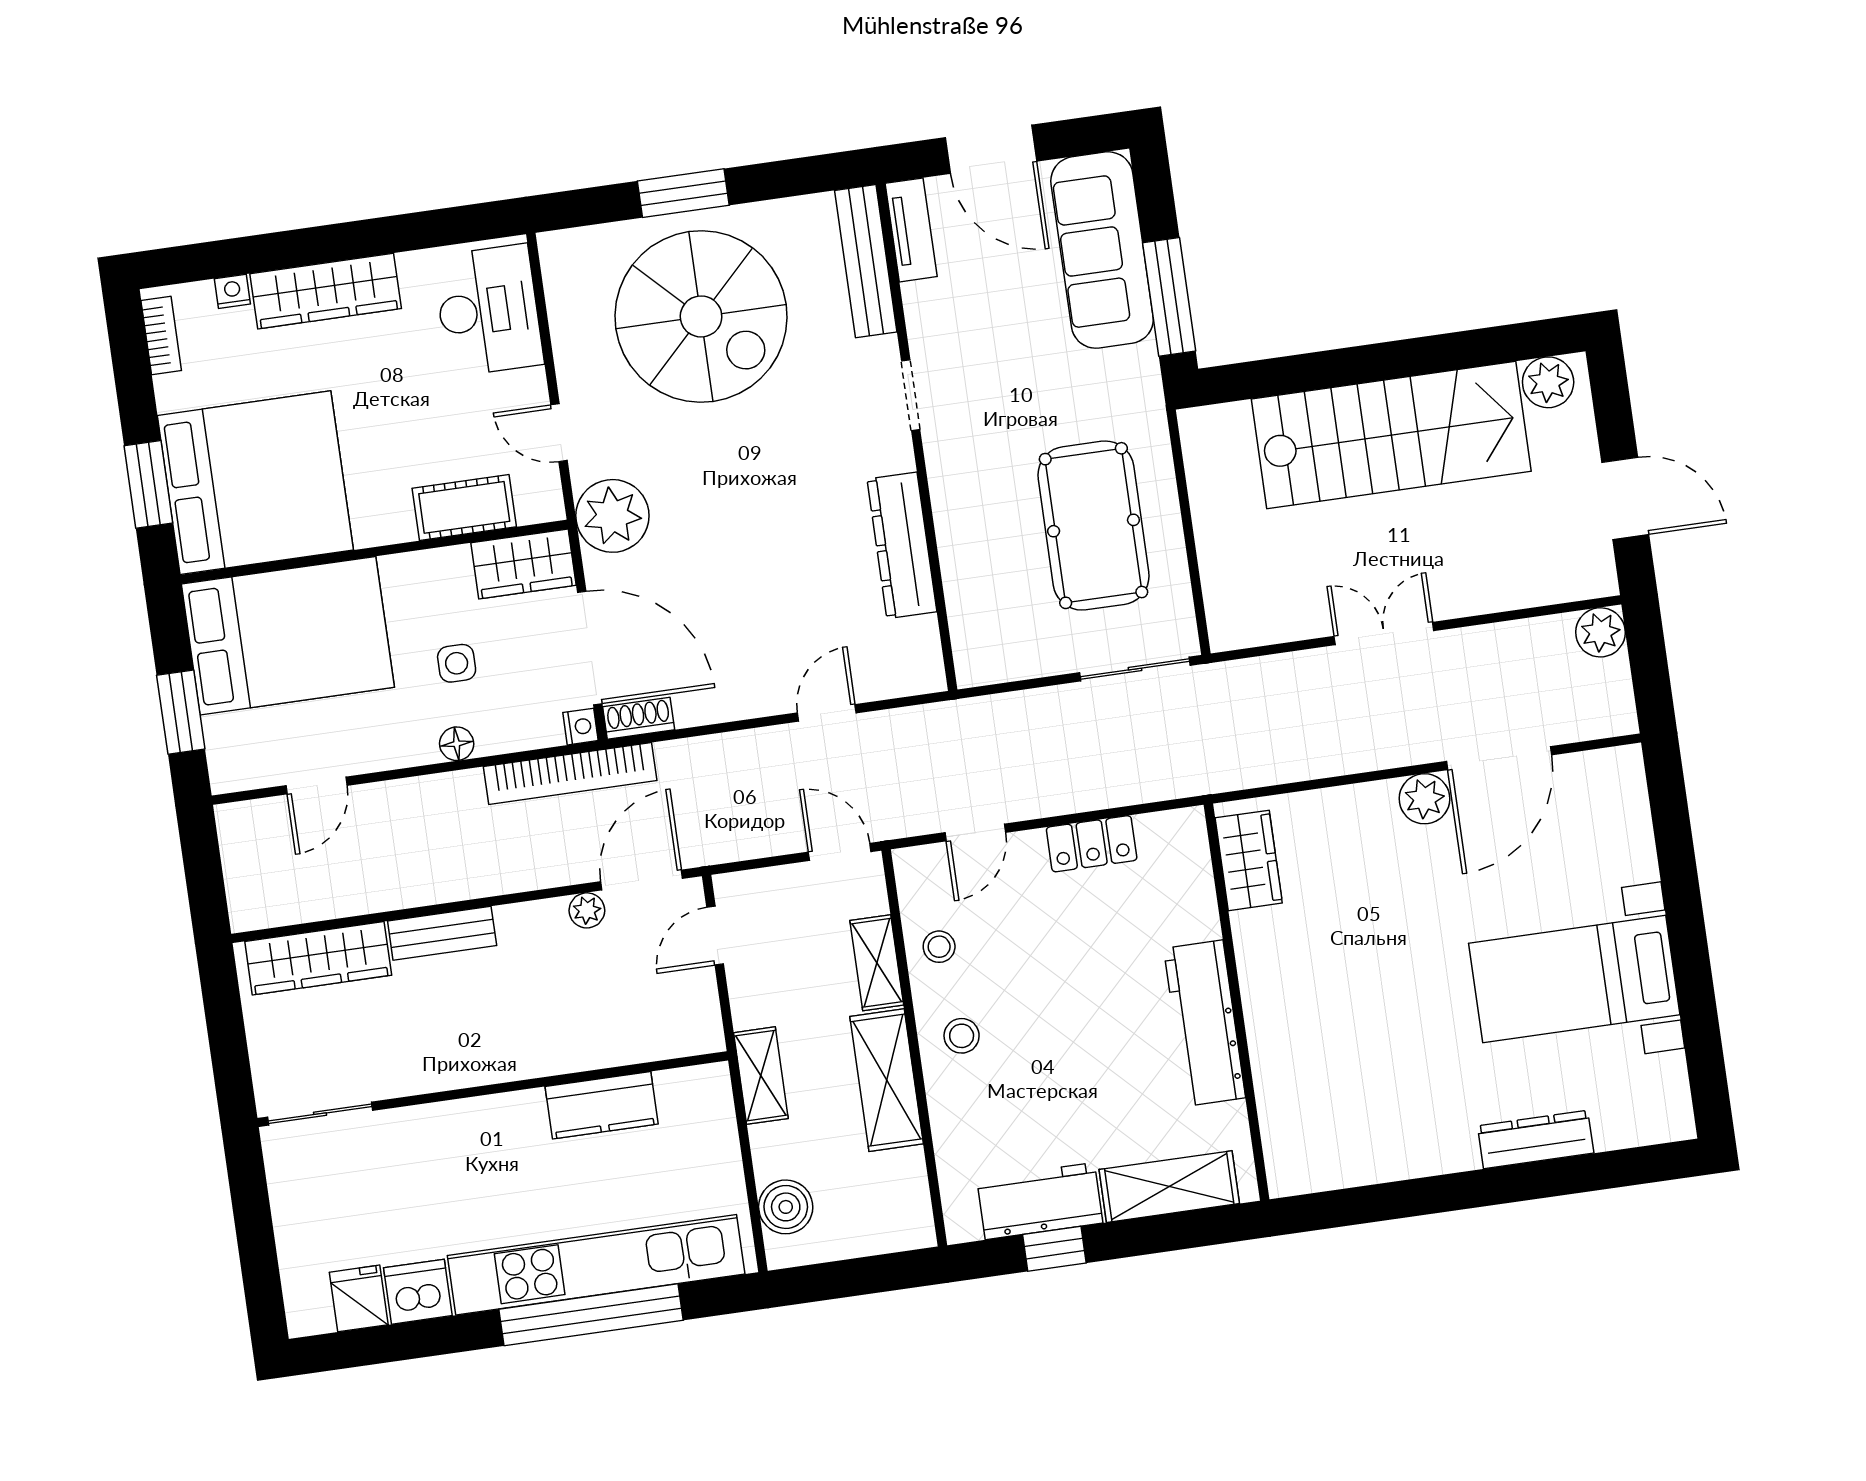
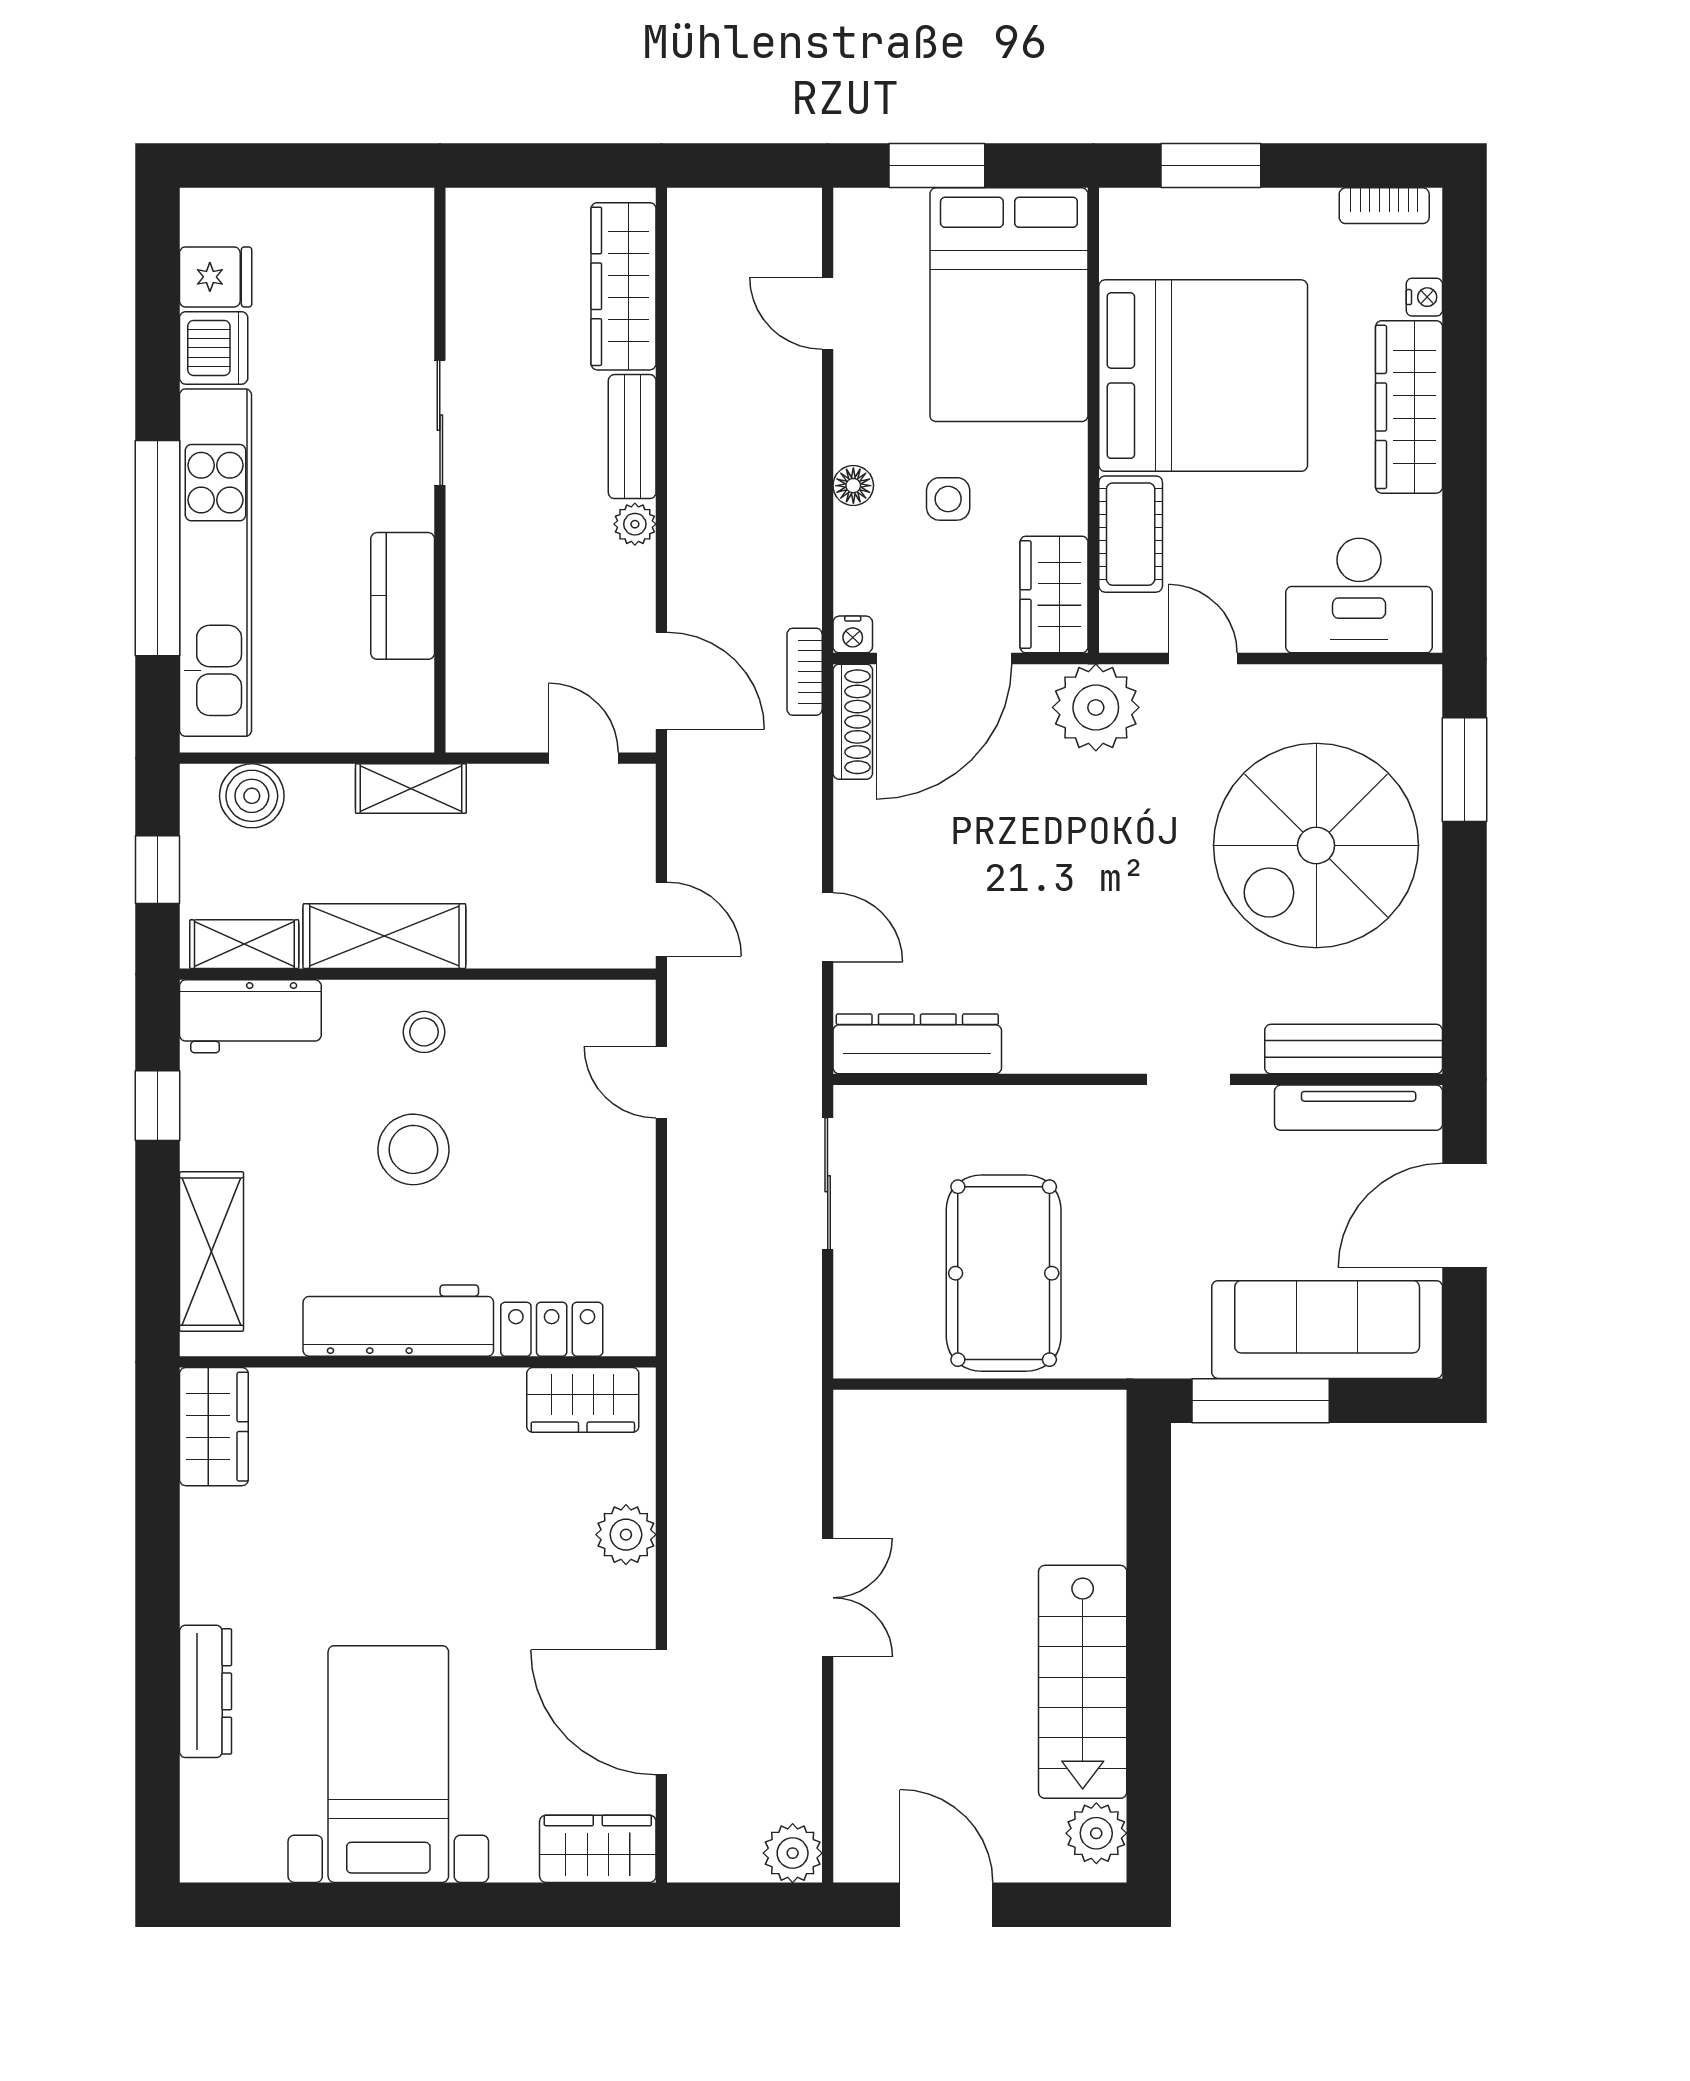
window: (683, 193) -> (1465, 770), moved
tv unit: (911, 230) -> (1359, 1108), width x1.41
door: (559, 433) -> (1203, 659), hinge flipped
stairs: (1391, 435) -> (1083, 1682), width x0.73, depth x0.66
bed: (255, 483) -> (1203, 376), moved, turned -90
door: (1625, 498) -> (946, 1905), swing flipped
pool table: (1094, 526) -> (1004, 1273), turned 90
dresser: (902, 545) -> (917, 1044), moved
sliding door: (1135, 669) -> (828, 1184), moved
shoe rack: (639, 718) -> (853, 722), width x1.43
bookcase: (570, 774) -> (805, 672), width x0.43, depth x0.76
wardrobe: (1620, 795) -> (598, 1849), added
plant: (1424, 799) -> (626, 1535), moved
locker: (1092, 844) -> (552, 1329), moved, turned 90
door: (840, 852) -> (661, 919), hinge flipped
plant: (587, 910) -> (635, 524), moved
stool: (939, 947) -> (413, 1149), moved, width x1.89, depth x1.89
shelving: (877, 963) -> (244, 944), moved
sliding door: (320, 1114) -> (440, 423), moved
wardrobe: (1314, 1164) -> (214, 1427), added
workbench: (1040, 1201) -> (250, 1016), moved, turned 90
window: (858, 1277) -> (157, 870), added

